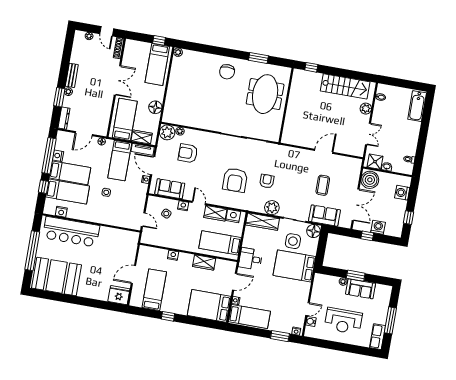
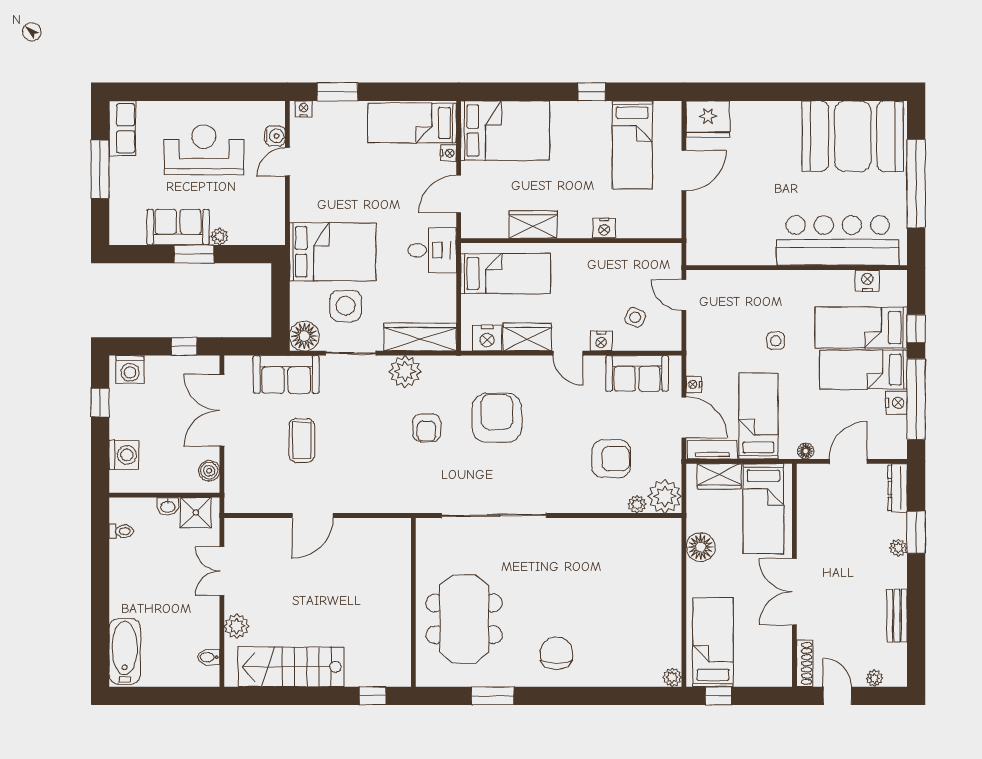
bench: (72, 75) -> (897, 616), moved
boiler: (370, 180) -> (209, 471), width x0.54, depth x0.54
washing machine: (378, 227) -> (130, 370), moved

